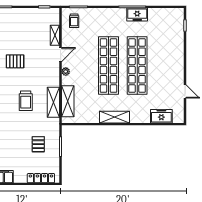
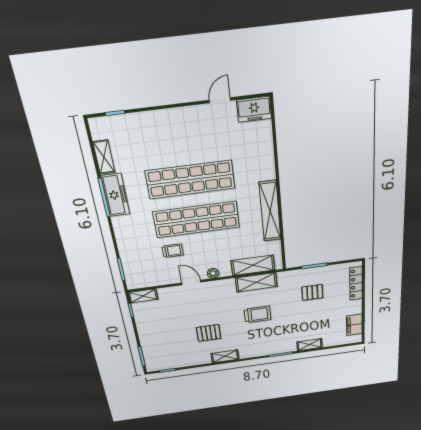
shelving: (159, 13) -> (104, 157), added
freezer: (137, 15) -> (115, 195), width x1.40
trolley: (74, 21) -> (173, 251), moved
shelving: (55, 35) -> (143, 296), moved
pallet: (15, 61) -> (209, 333), turned 90
freezer: (161, 116) -> (254, 109), moved, turned -90
shelving: (115, 117) -> (270, 211), width x1.47

